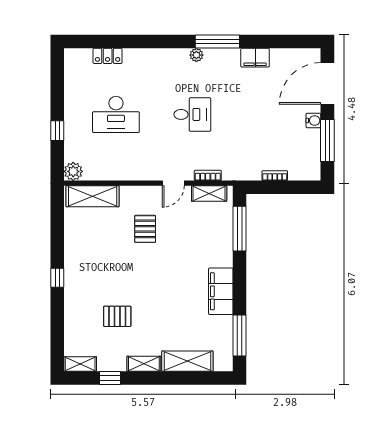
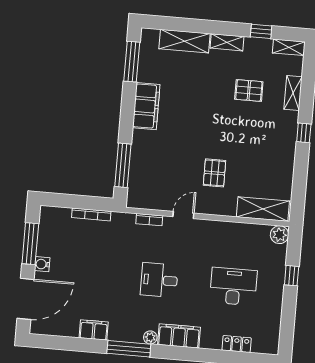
filing cabinet: (167, 59) -> (179, 336), added
bookcase: (275, 176) -> (91, 214), width x1.56
shelving: (209, 194) -> (293, 93), moved, turned 90

